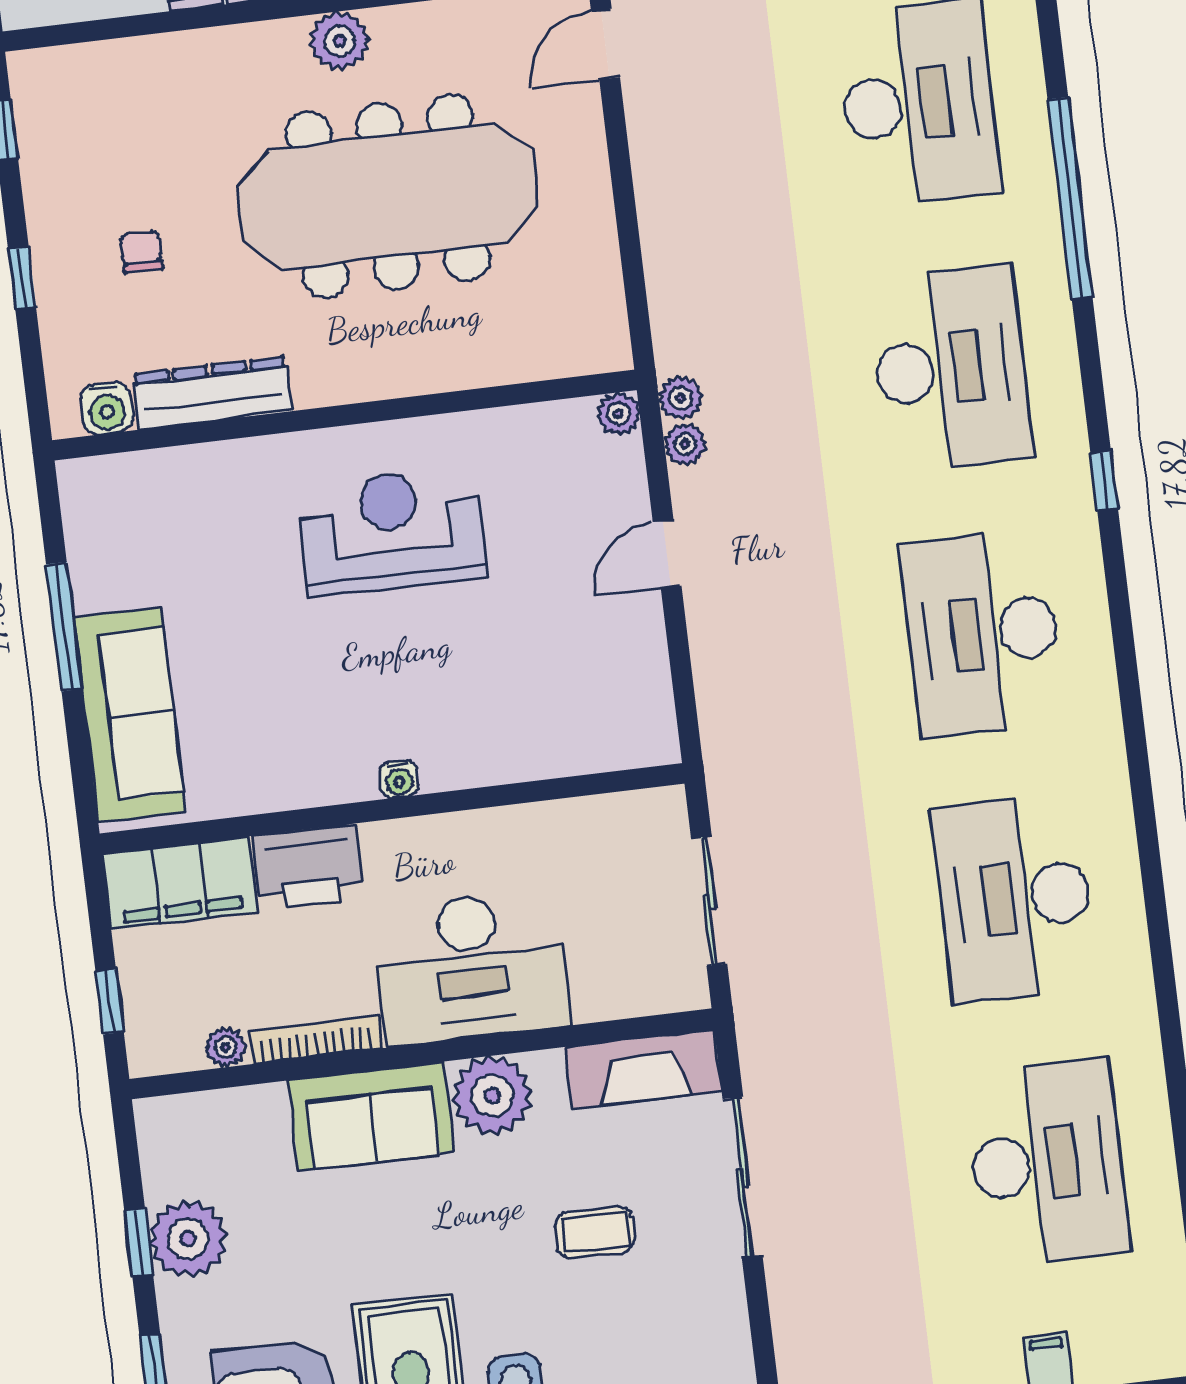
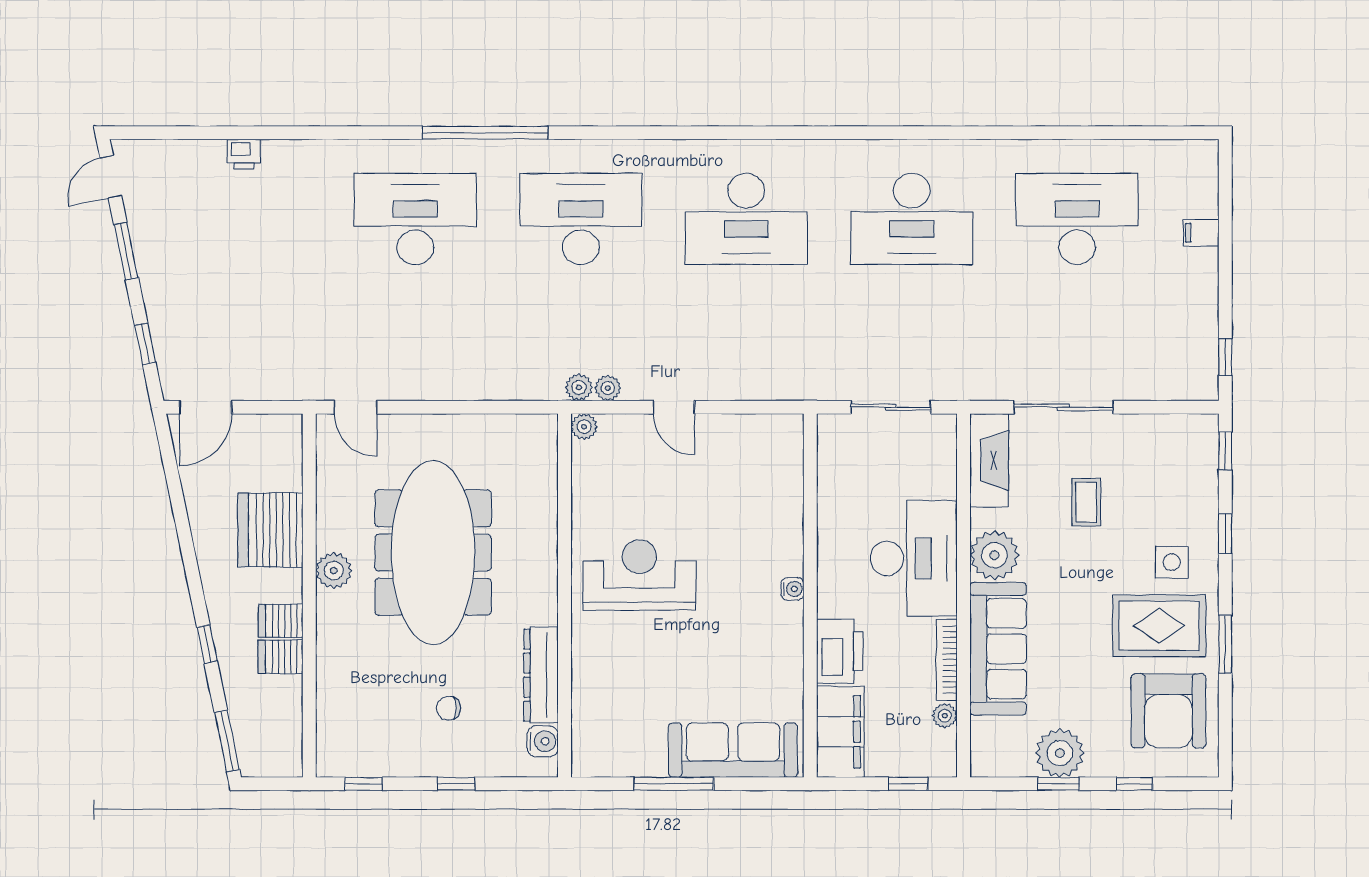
window: (1104, 481) -> (662, 133), removed
reception desk: (392, 531) -> (639, 575), turned 90
sofa: (371, 1116) -> (998, 649), width x1.36

